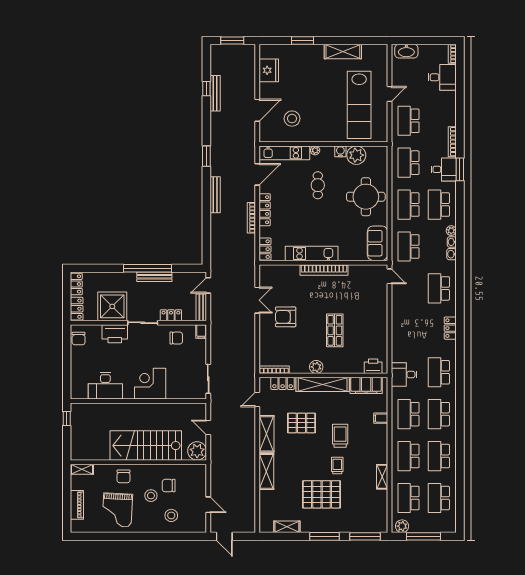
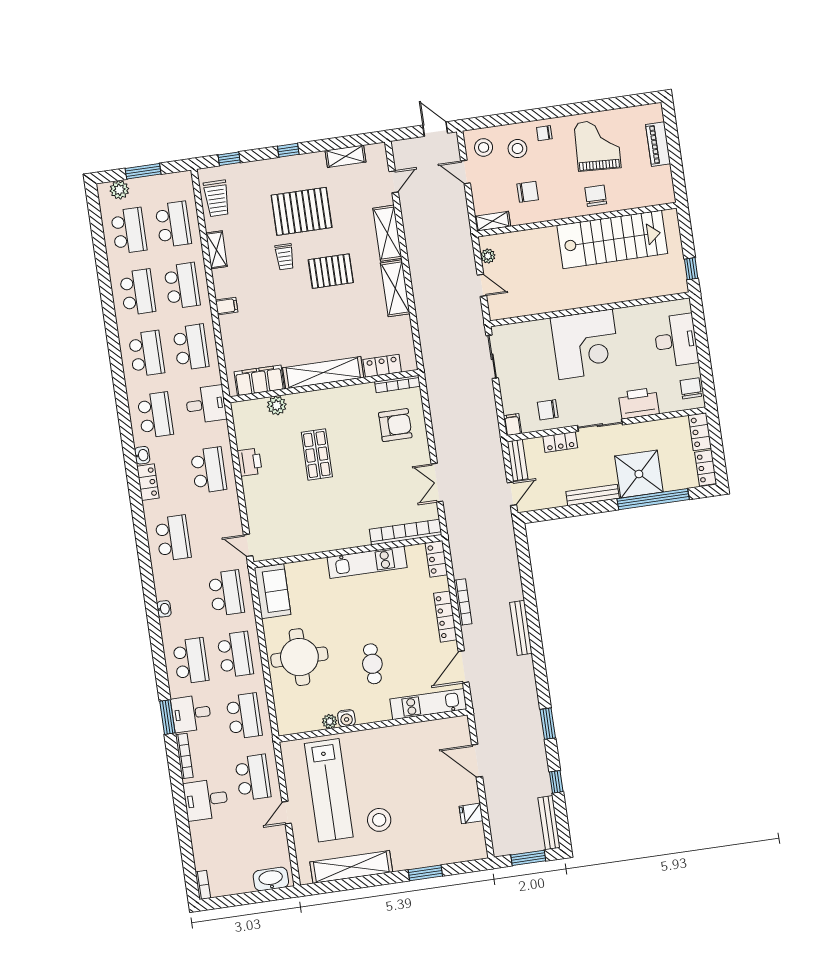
shelving: (343, 52) -> (351, 867), width x1.47
fridge: (269, 70) -> (471, 813), width x0.53, depth x0.75
desk: (442, 77) -> (206, 800), moved
bench: (215, 93) -> (549, 823), moved
lab bench: (359, 105) -> (329, 790), turned 180
door: (257, 110) -> (477, 761), hinge flipped
stool: (292, 119) -> (379, 820), moved
plant: (315, 150) -> (384, 714), removed
plant: (356, 155) -> (330, 721), width x0.53, depth x0.53
window: (206, 156) -> (548, 724), moved
plant: (451, 231) -> (167, 625), removed
washbasin: (451, 254) -> (142, 455), moved
window: (148, 268) -> (653, 499), moved
bookcase: (324, 270) -> (406, 532), moved
shower: (112, 306) -> (639, 474), moved
armchair: (286, 317) -> (395, 425), moved
school desk: (409, 330) -> (209, 470), added
printer: (373, 366) -> (250, 462), moved, turned -90
plant: (316, 367) -> (277, 405), moved
corner desk: (150, 384) -> (586, 344), width x1.36, depth x1.36
desk: (105, 386) -> (676, 340), moved, turned 90
door: (257, 399) -> (394, 182), moved
filing cabinet: (381, 418) -> (227, 306), moved
pallet: (302, 423) -> (331, 271), moved
trolley: (340, 436) -> (217, 198), moved
stairs: (146, 446) -> (612, 239), moved
plant: (197, 451) -> (488, 256), width x0.53, depth x0.53
shelving: (82, 469) -> (493, 221), moved
stool: (151, 496) -> (484, 147), moved
chair: (152, 523) -> (544, 133), added
plant: (402, 526) -> (119, 190), moved
window: (325, 536) -> (288, 150), width x0.46
window: (365, 536) -> (229, 159), width x0.46
window: (424, 536) -> (143, 171), width x0.69

